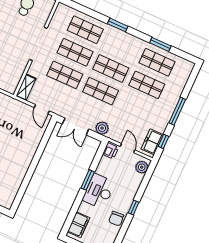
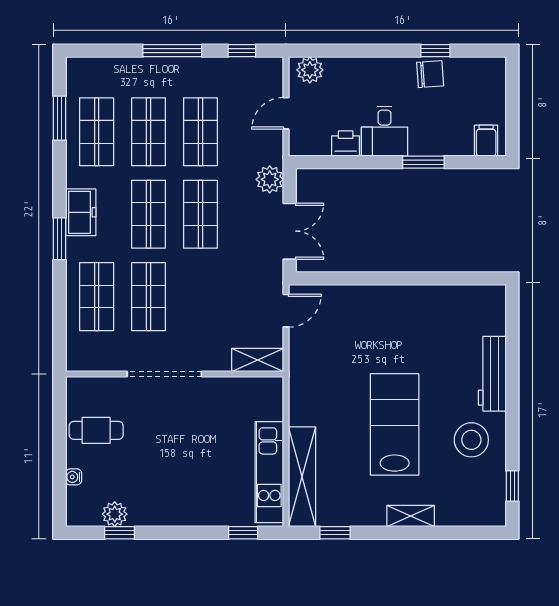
window: (160, 44) -> (59, 118), moved
shop shelf: (65, 75) -> (200, 132), moved
freezer: (152, 142) -> (81, 212), moved, turned -90
printer: (111, 151) -> (346, 143), moved
window: (88, 180) -> (423, 162), moved
desk: (99, 191) -> (385, 131), width x0.73
window: (133, 207) -> (435, 51), moved
filing cabinet: (79, 225) -> (486, 141), width x0.50

